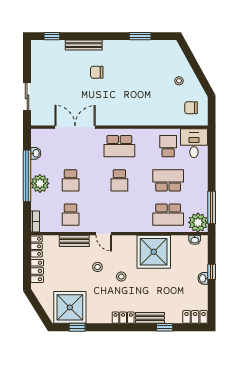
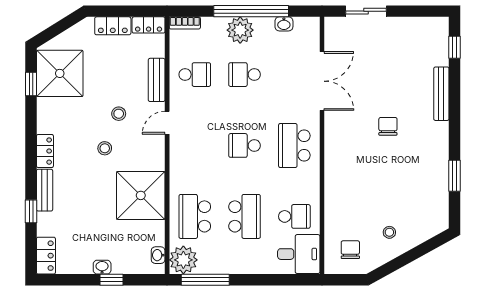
chair: (97, 72) -> (388, 126), moved
school desk: (71, 215) -> (195, 75), turned 180

